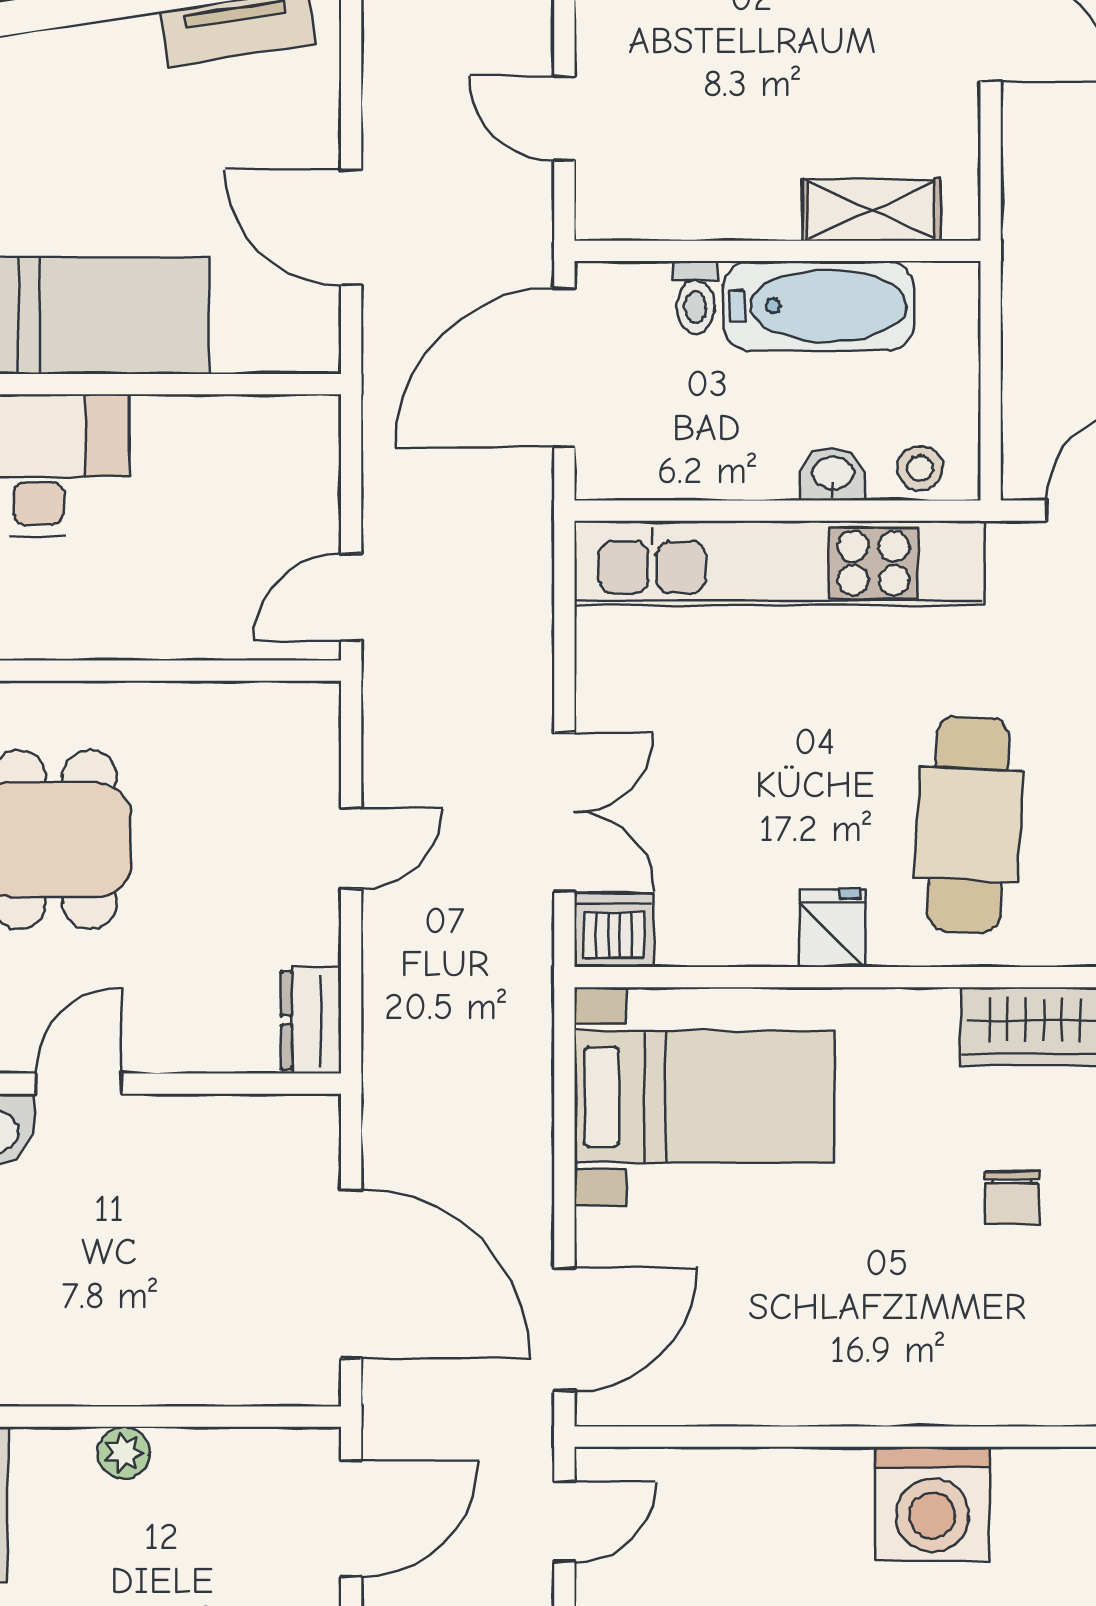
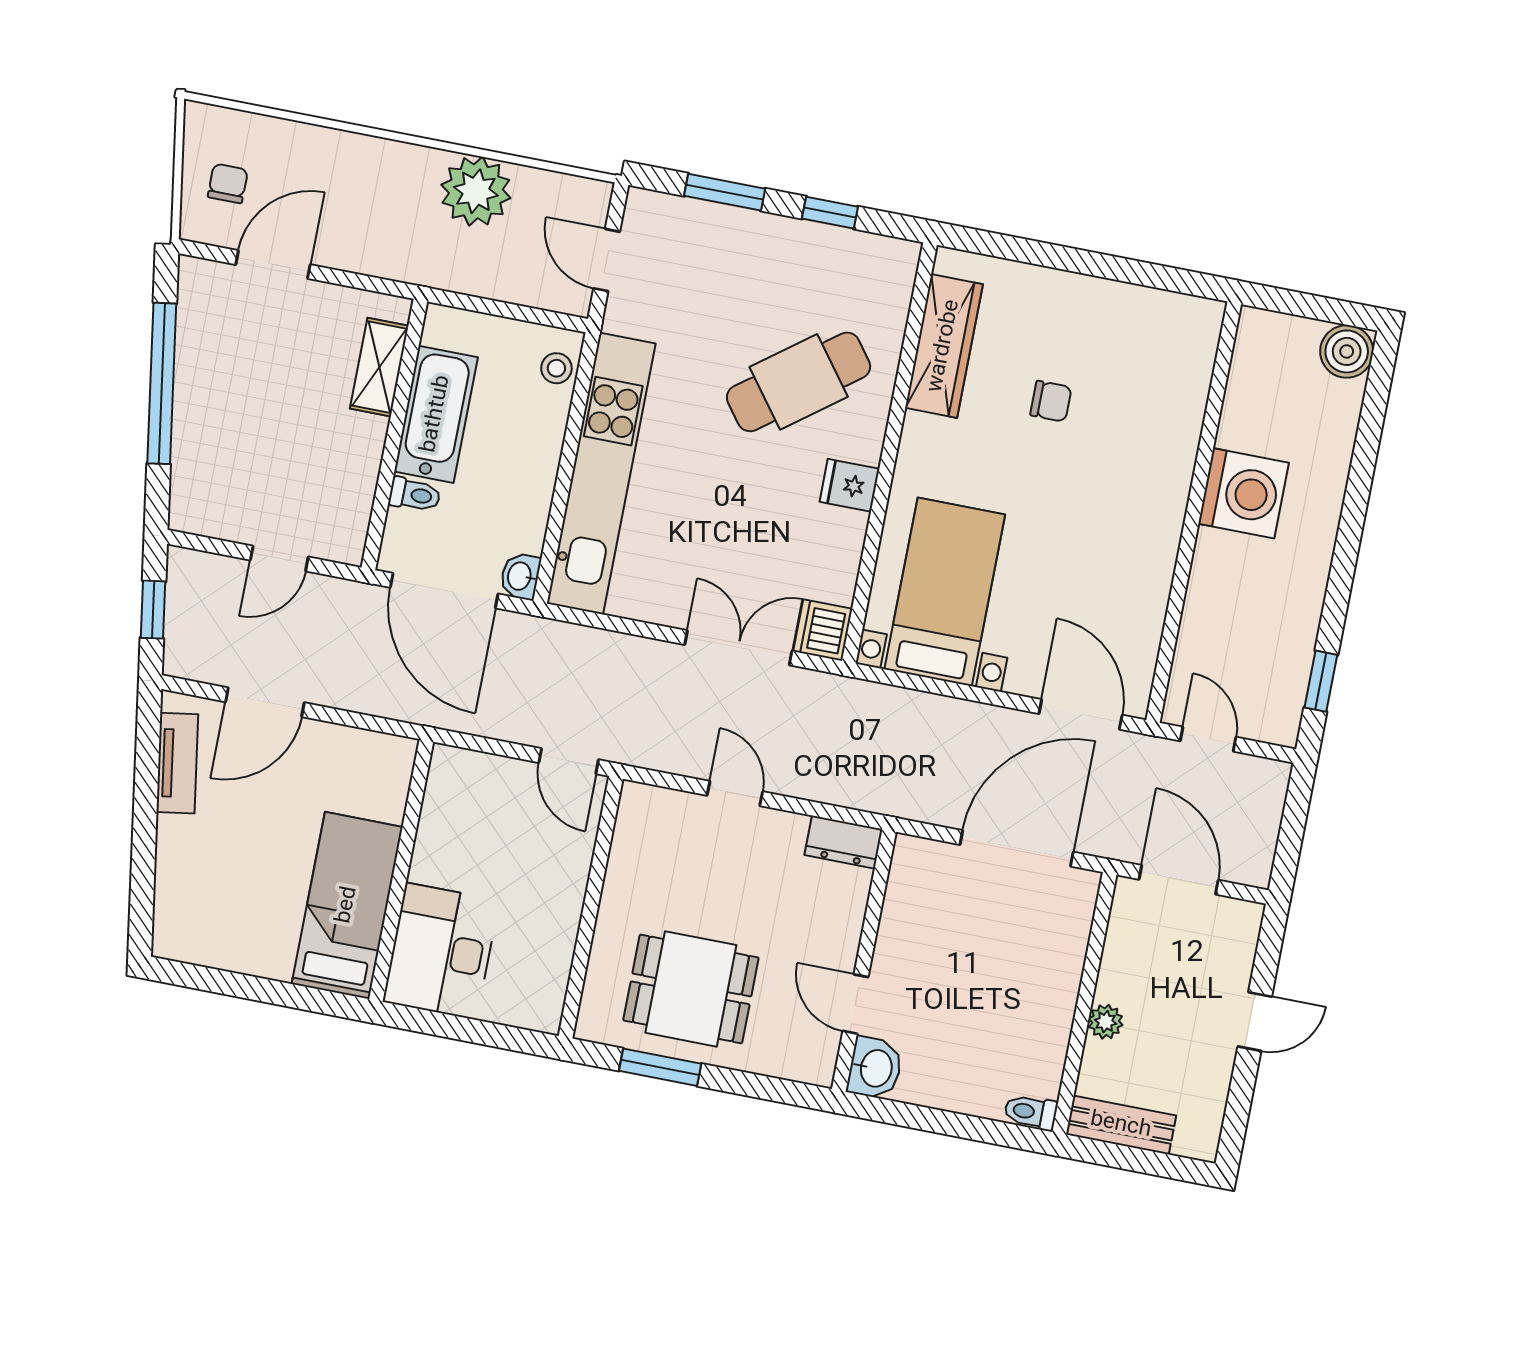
door: (351, 228) -> (265, 702), moved
washbasin: (833, 474) -> (520, 576), moved
cafe table: (968, 825) -> (799, 382), turned -40

